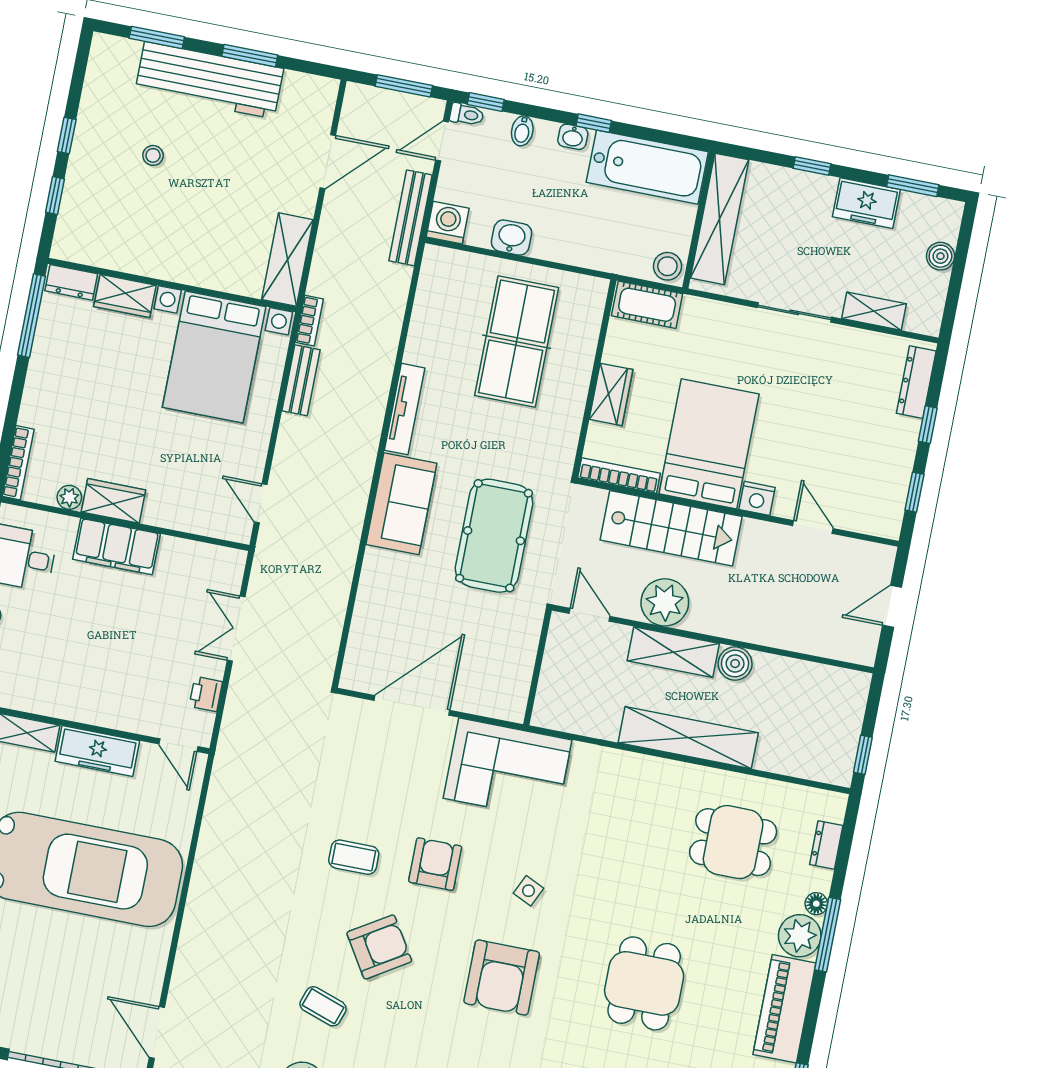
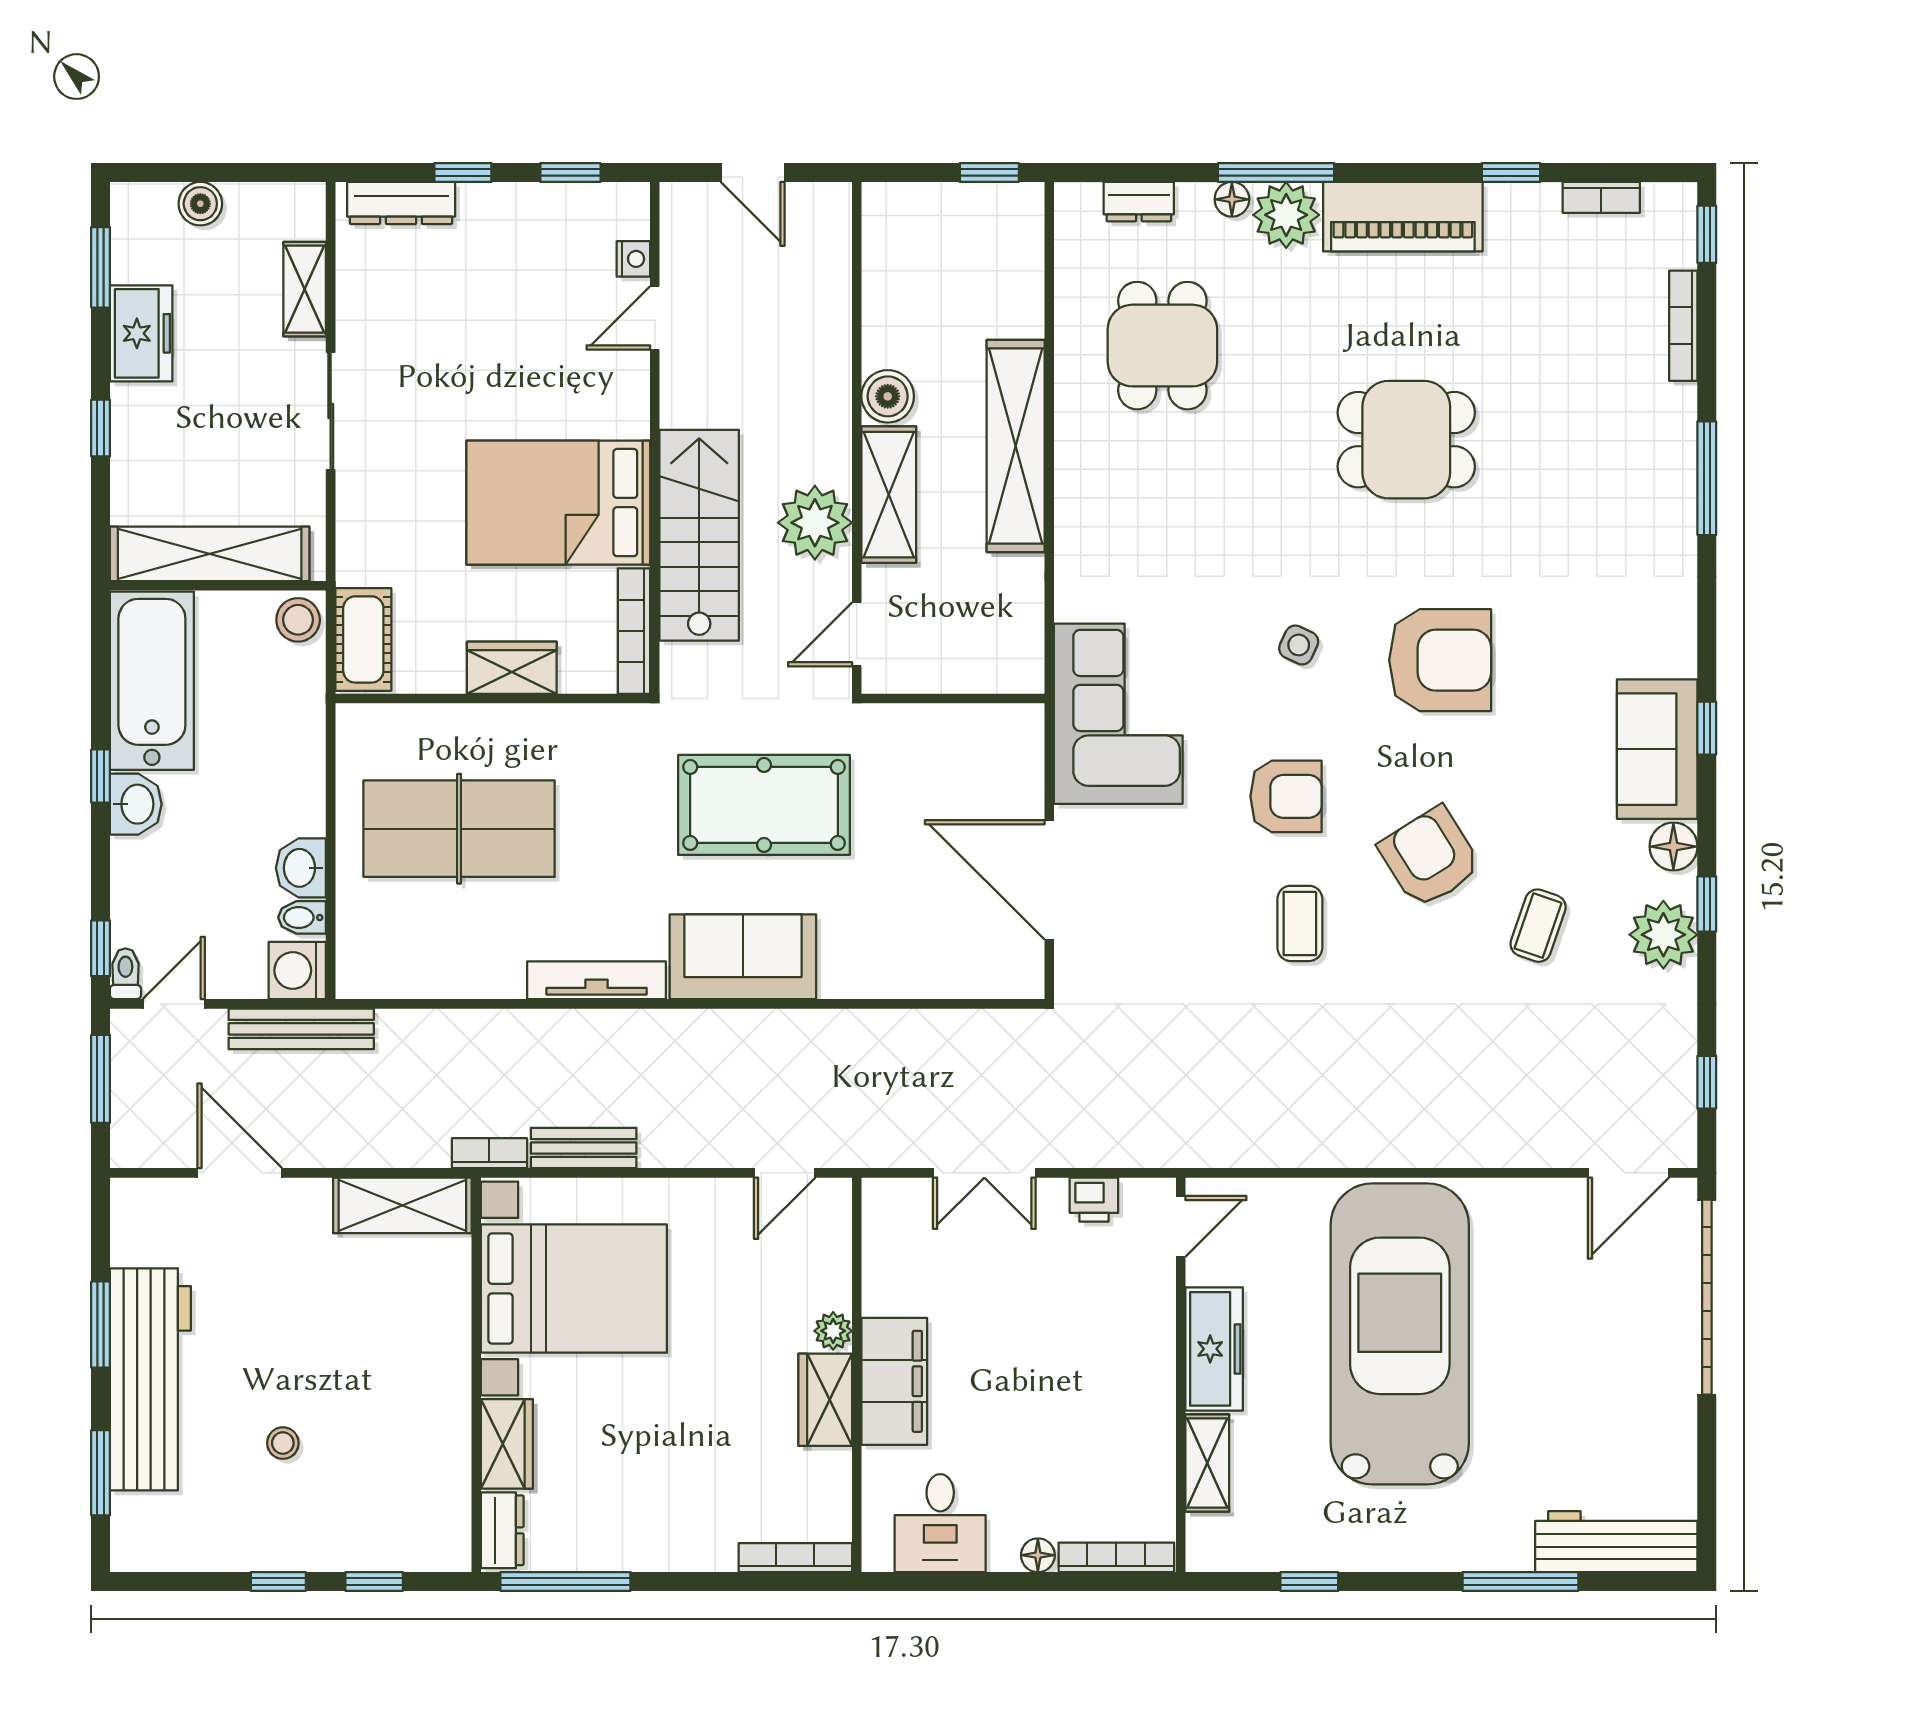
bidet: (522, 131) -> (302, 917), moved, turned 180
washbasin: (573, 137) -> (136, 804), width x1.38, depth x1.45
door: (442, 141) -> (174, 1004), swing flipped
plant: (69, 497) -> (833, 1331), moved
nightstand: (757, 498) -> (633, 259), moved, width x0.72, depth x0.74
armchair: (435, 864) -> (1286, 796), turned 180

